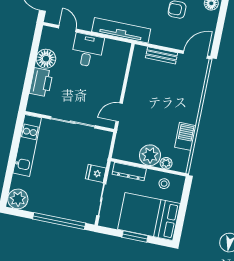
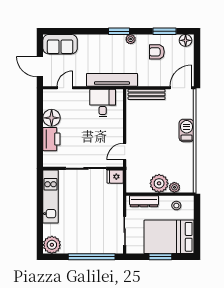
door: (67, 29) -> (65, 88), hinge flipped
desk: (87, 50) -> (103, 103), moved
bench: (162, 55) -> (147, 94), width x1.36
barbecue: (185, 136) -> (187, 130), moved
fridge: (96, 173) -> (115, 177), moved

